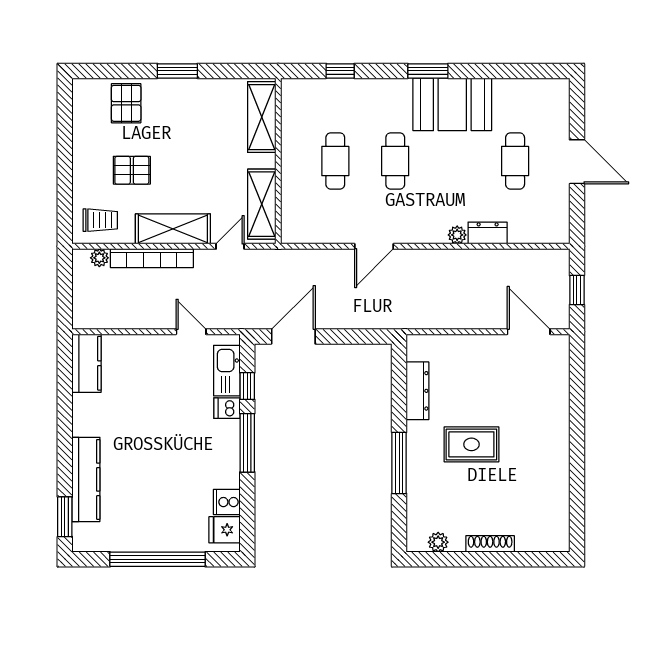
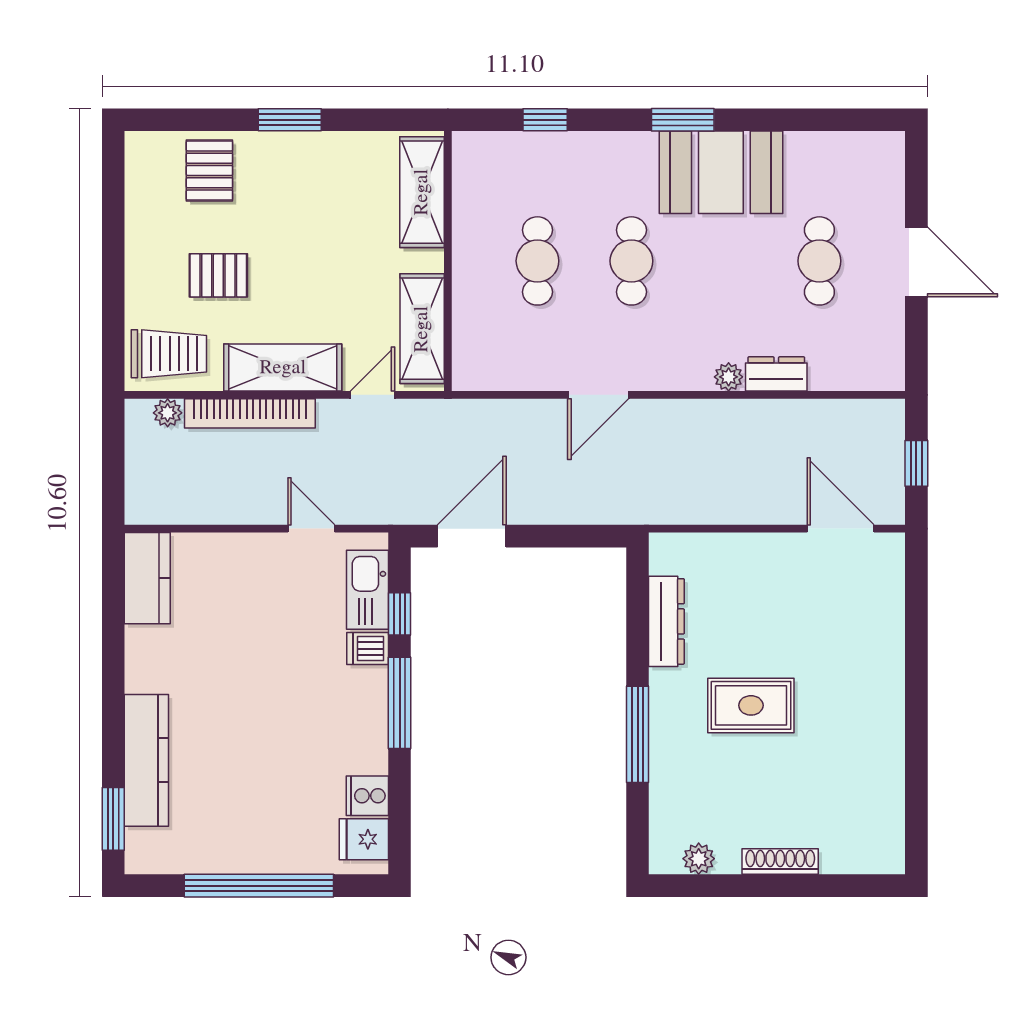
trolley: (100, 220) -> (169, 354), width x1.36, depth x1.39

